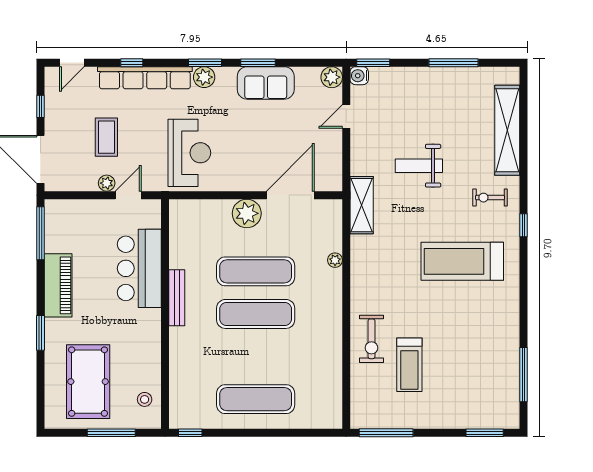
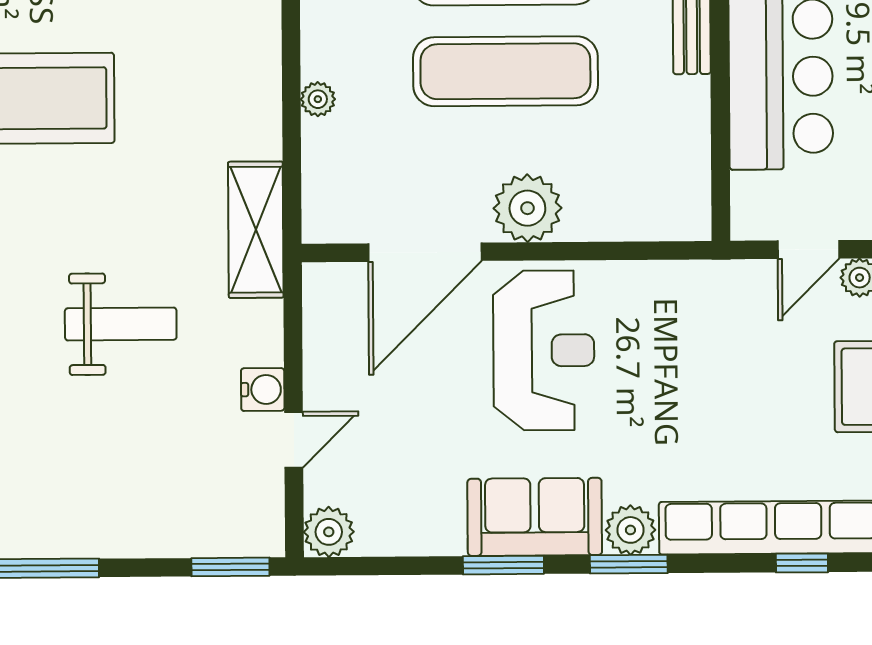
water cooler: (359, 76) -> (263, 389), moved
sofa: (266, 83) -> (535, 517), moved
reception desk: (189, 153) -> (544, 350), moved, turned 180

